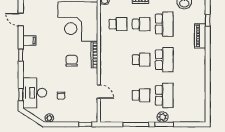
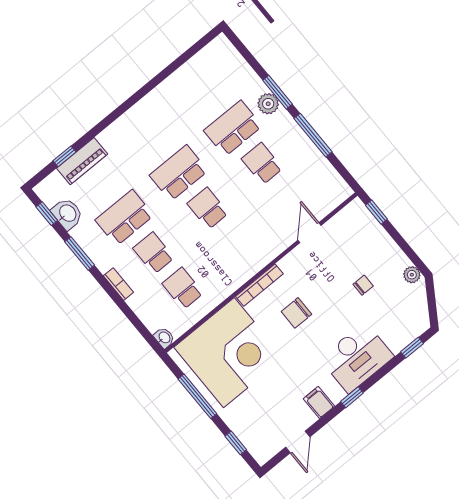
piano: (200, 36) -> (82, 161), moved
desk: (35, 93) -> (357, 358), moved

